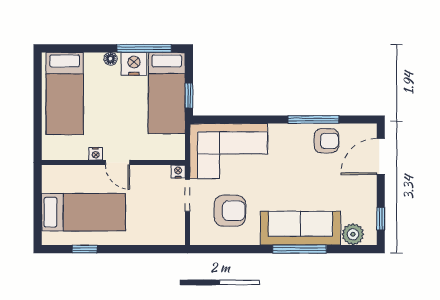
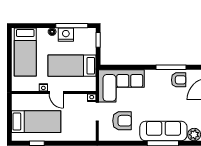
bed: (167, 93) -> (72, 66), moved, turned 90
window: (189, 95) -> (98, 40), moved

